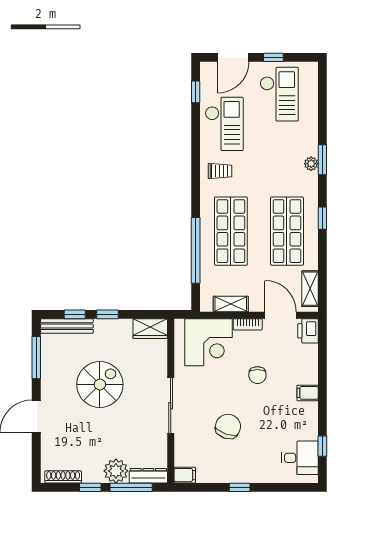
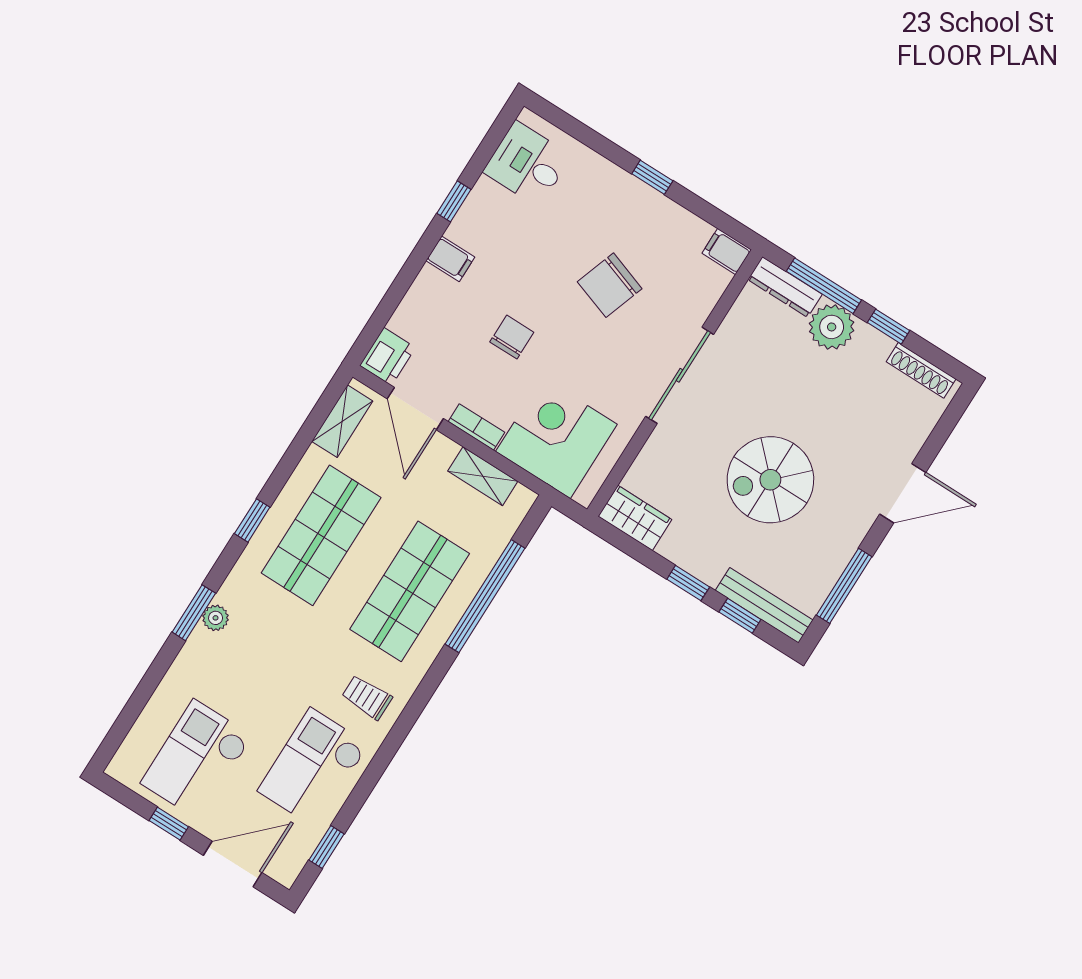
window: (322, 446) -> (454, 201), moved

